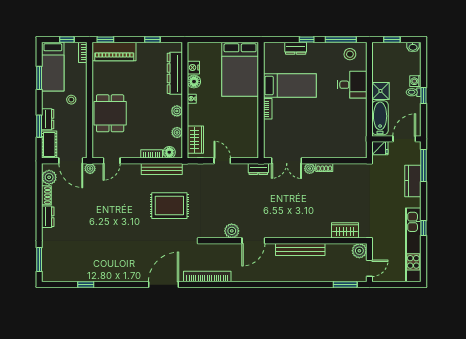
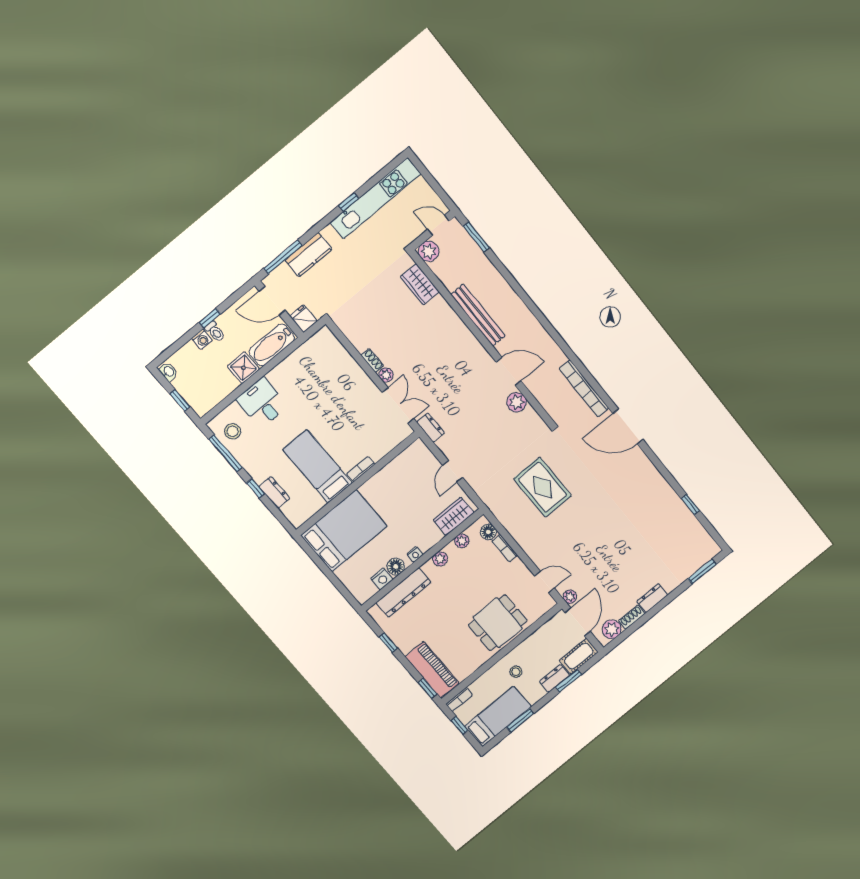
bench: (162, 169) -> (512, 525), removed

